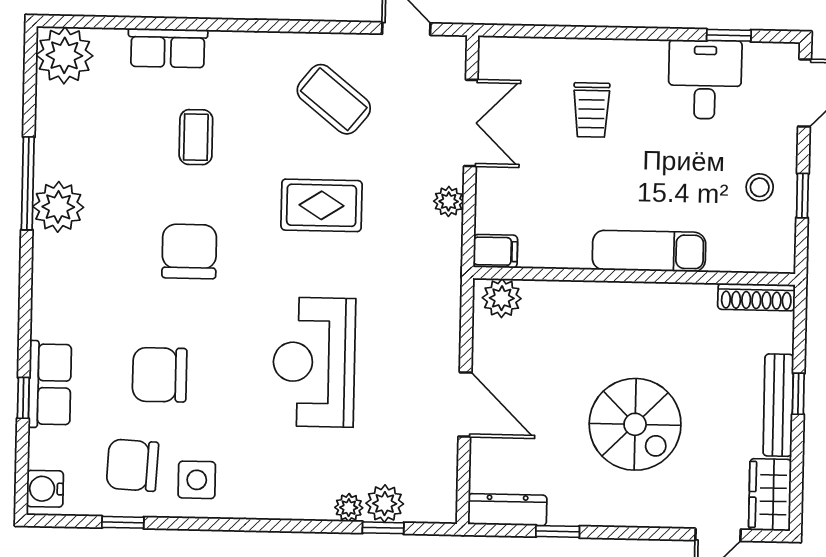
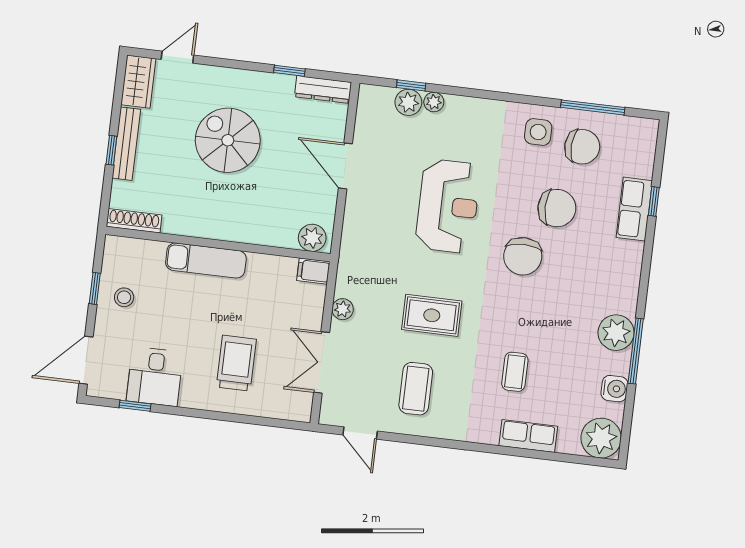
coffee table: (334, 99) -> (416, 389), turned 51
trolley: (591, 110) -> (236, 363), width x1.36, depth x1.39
chair: (189, 251) -> (523, 256), moved
water cooler: (45, 489) -> (614, 389), moved
window: (123, 522) -> (593, 107), width x2.17

